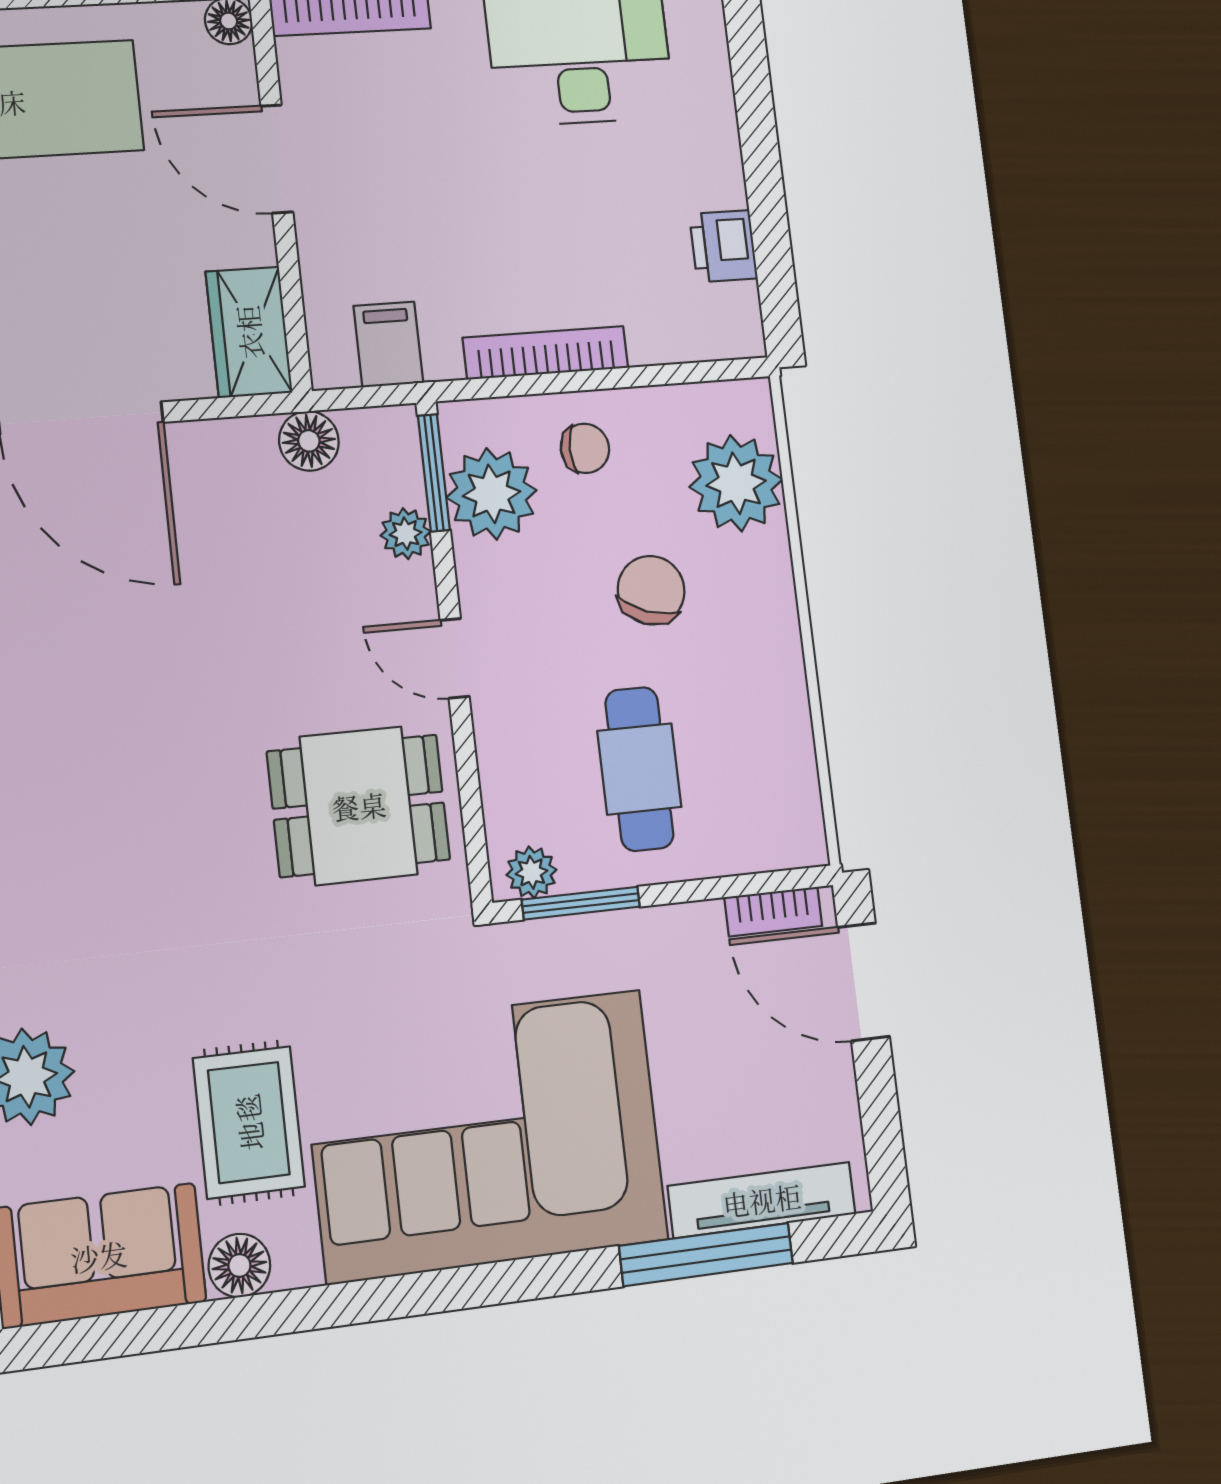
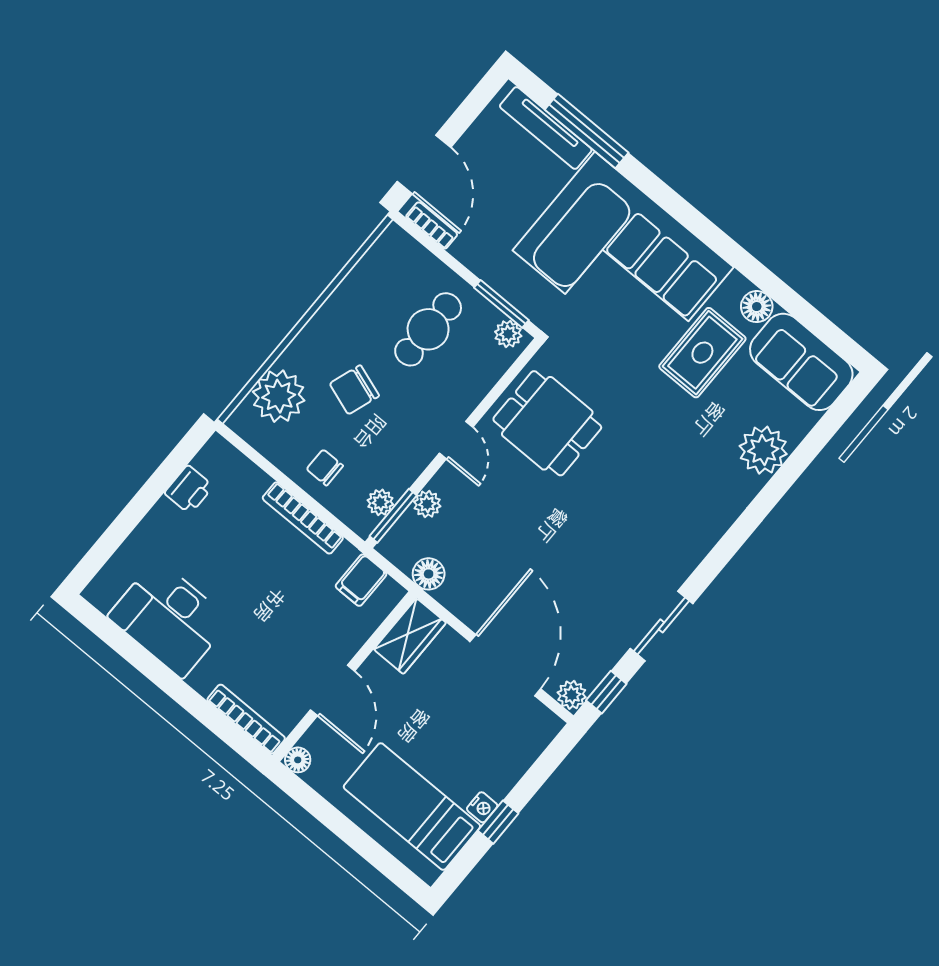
plant: (492, 494) -> (380, 502), width x0.53, depth x0.53

